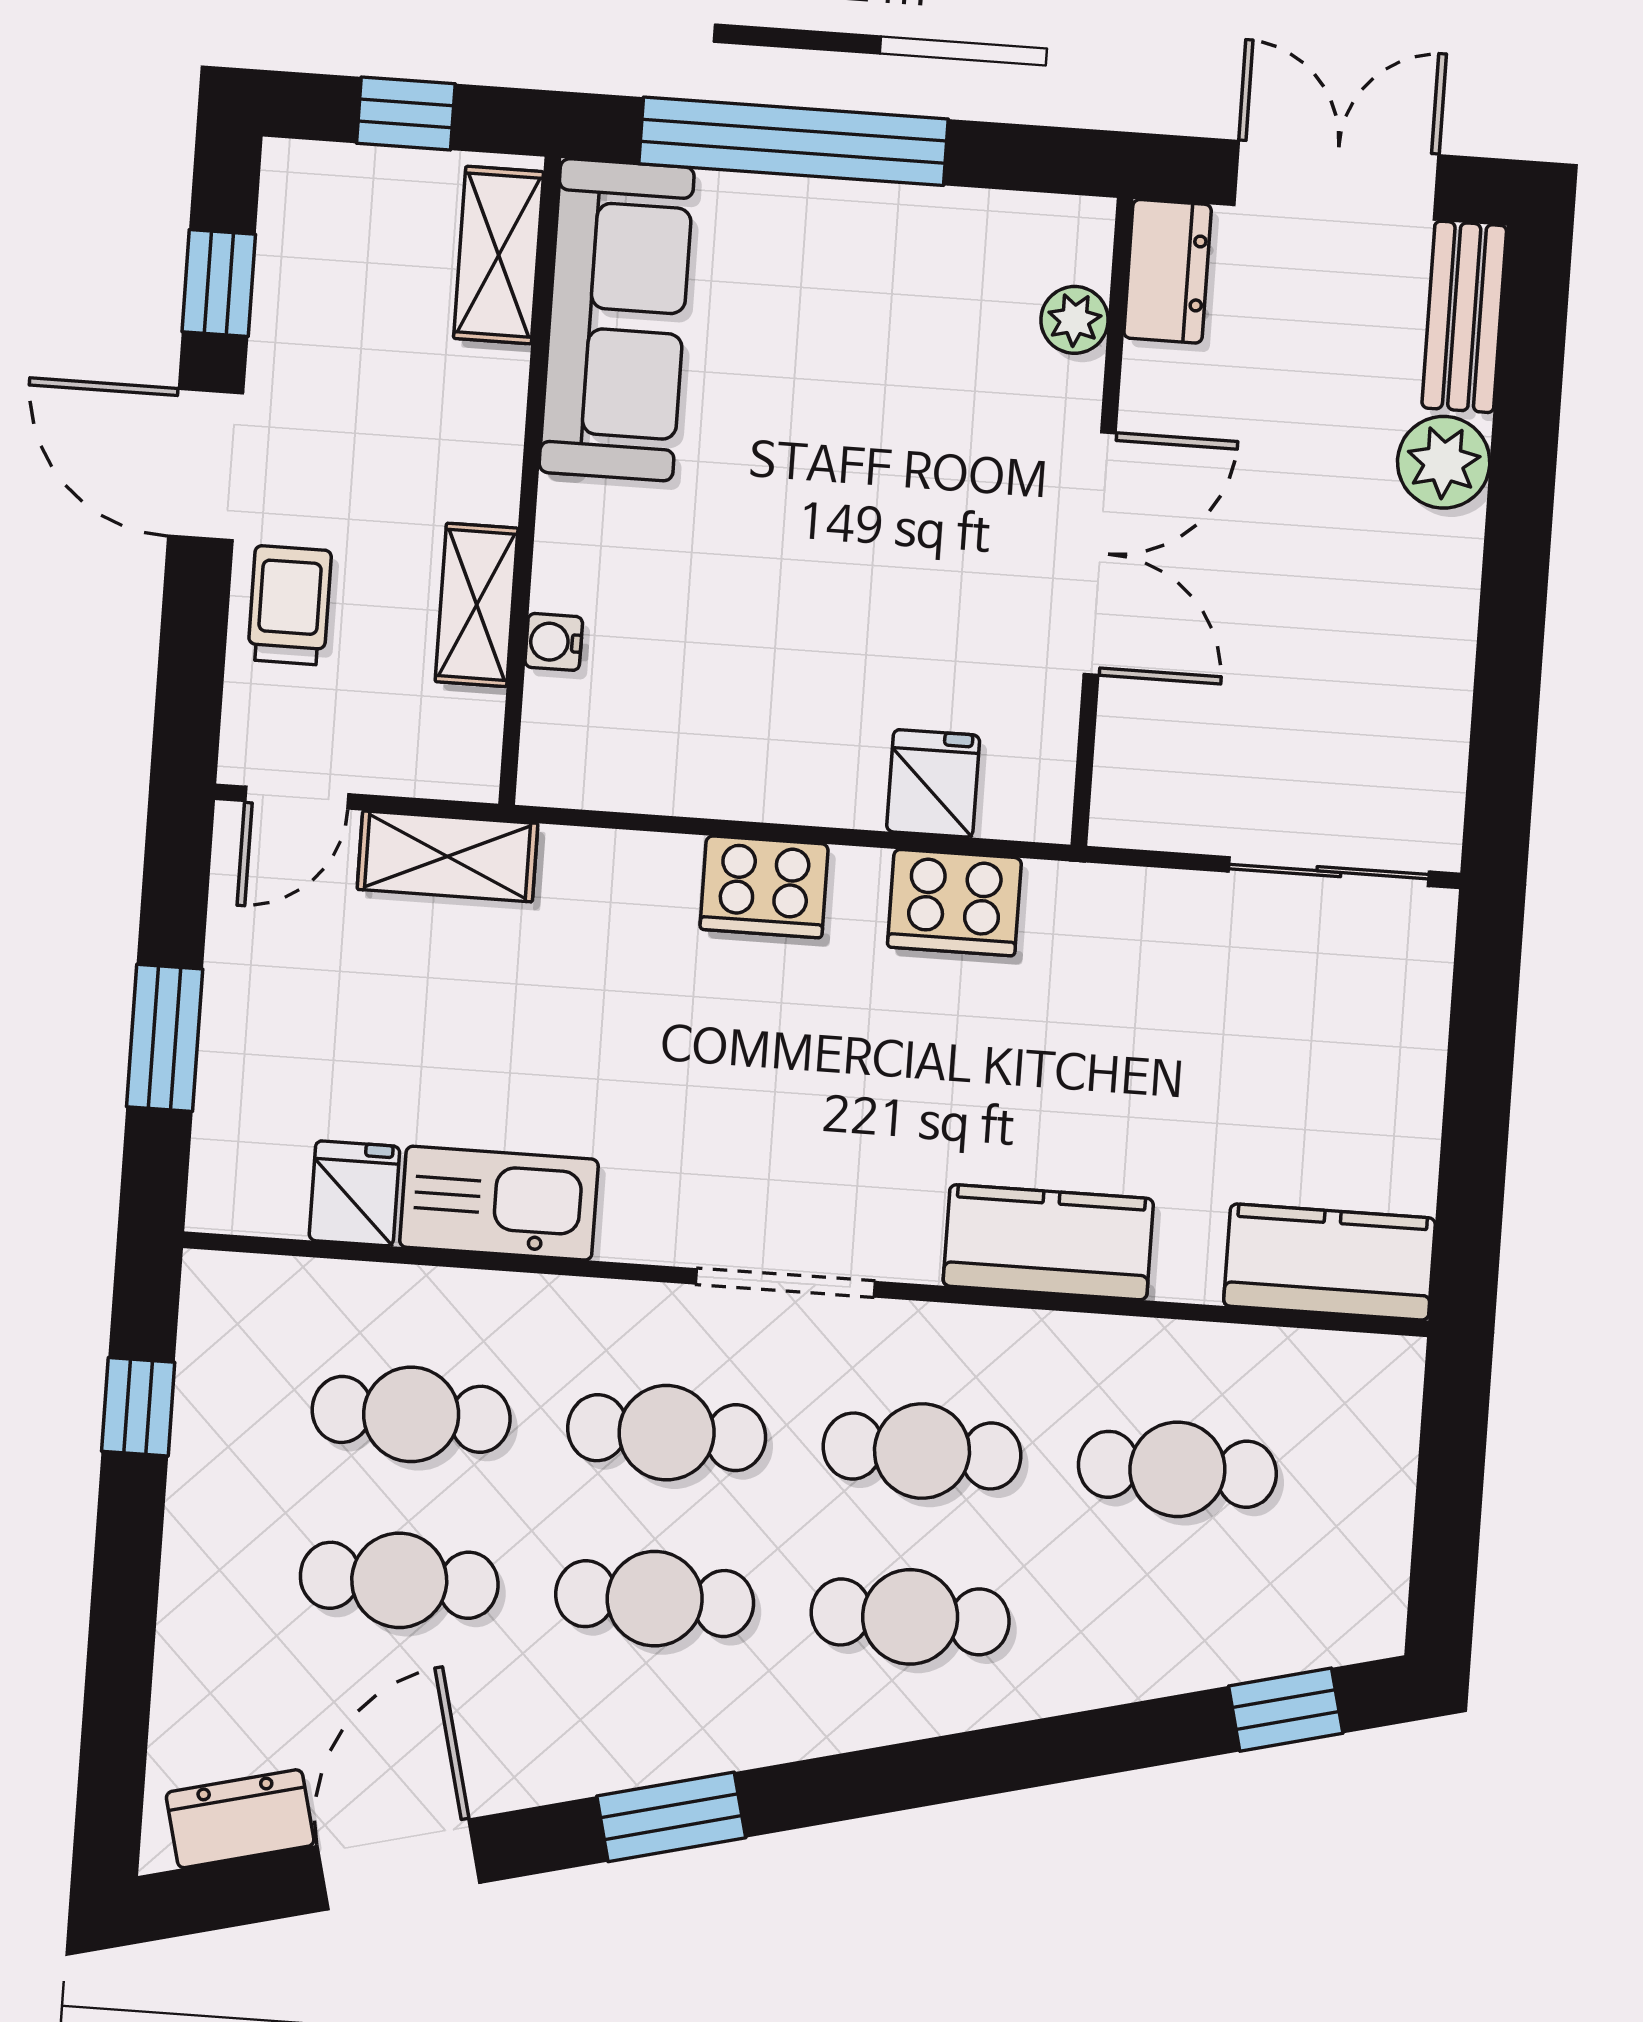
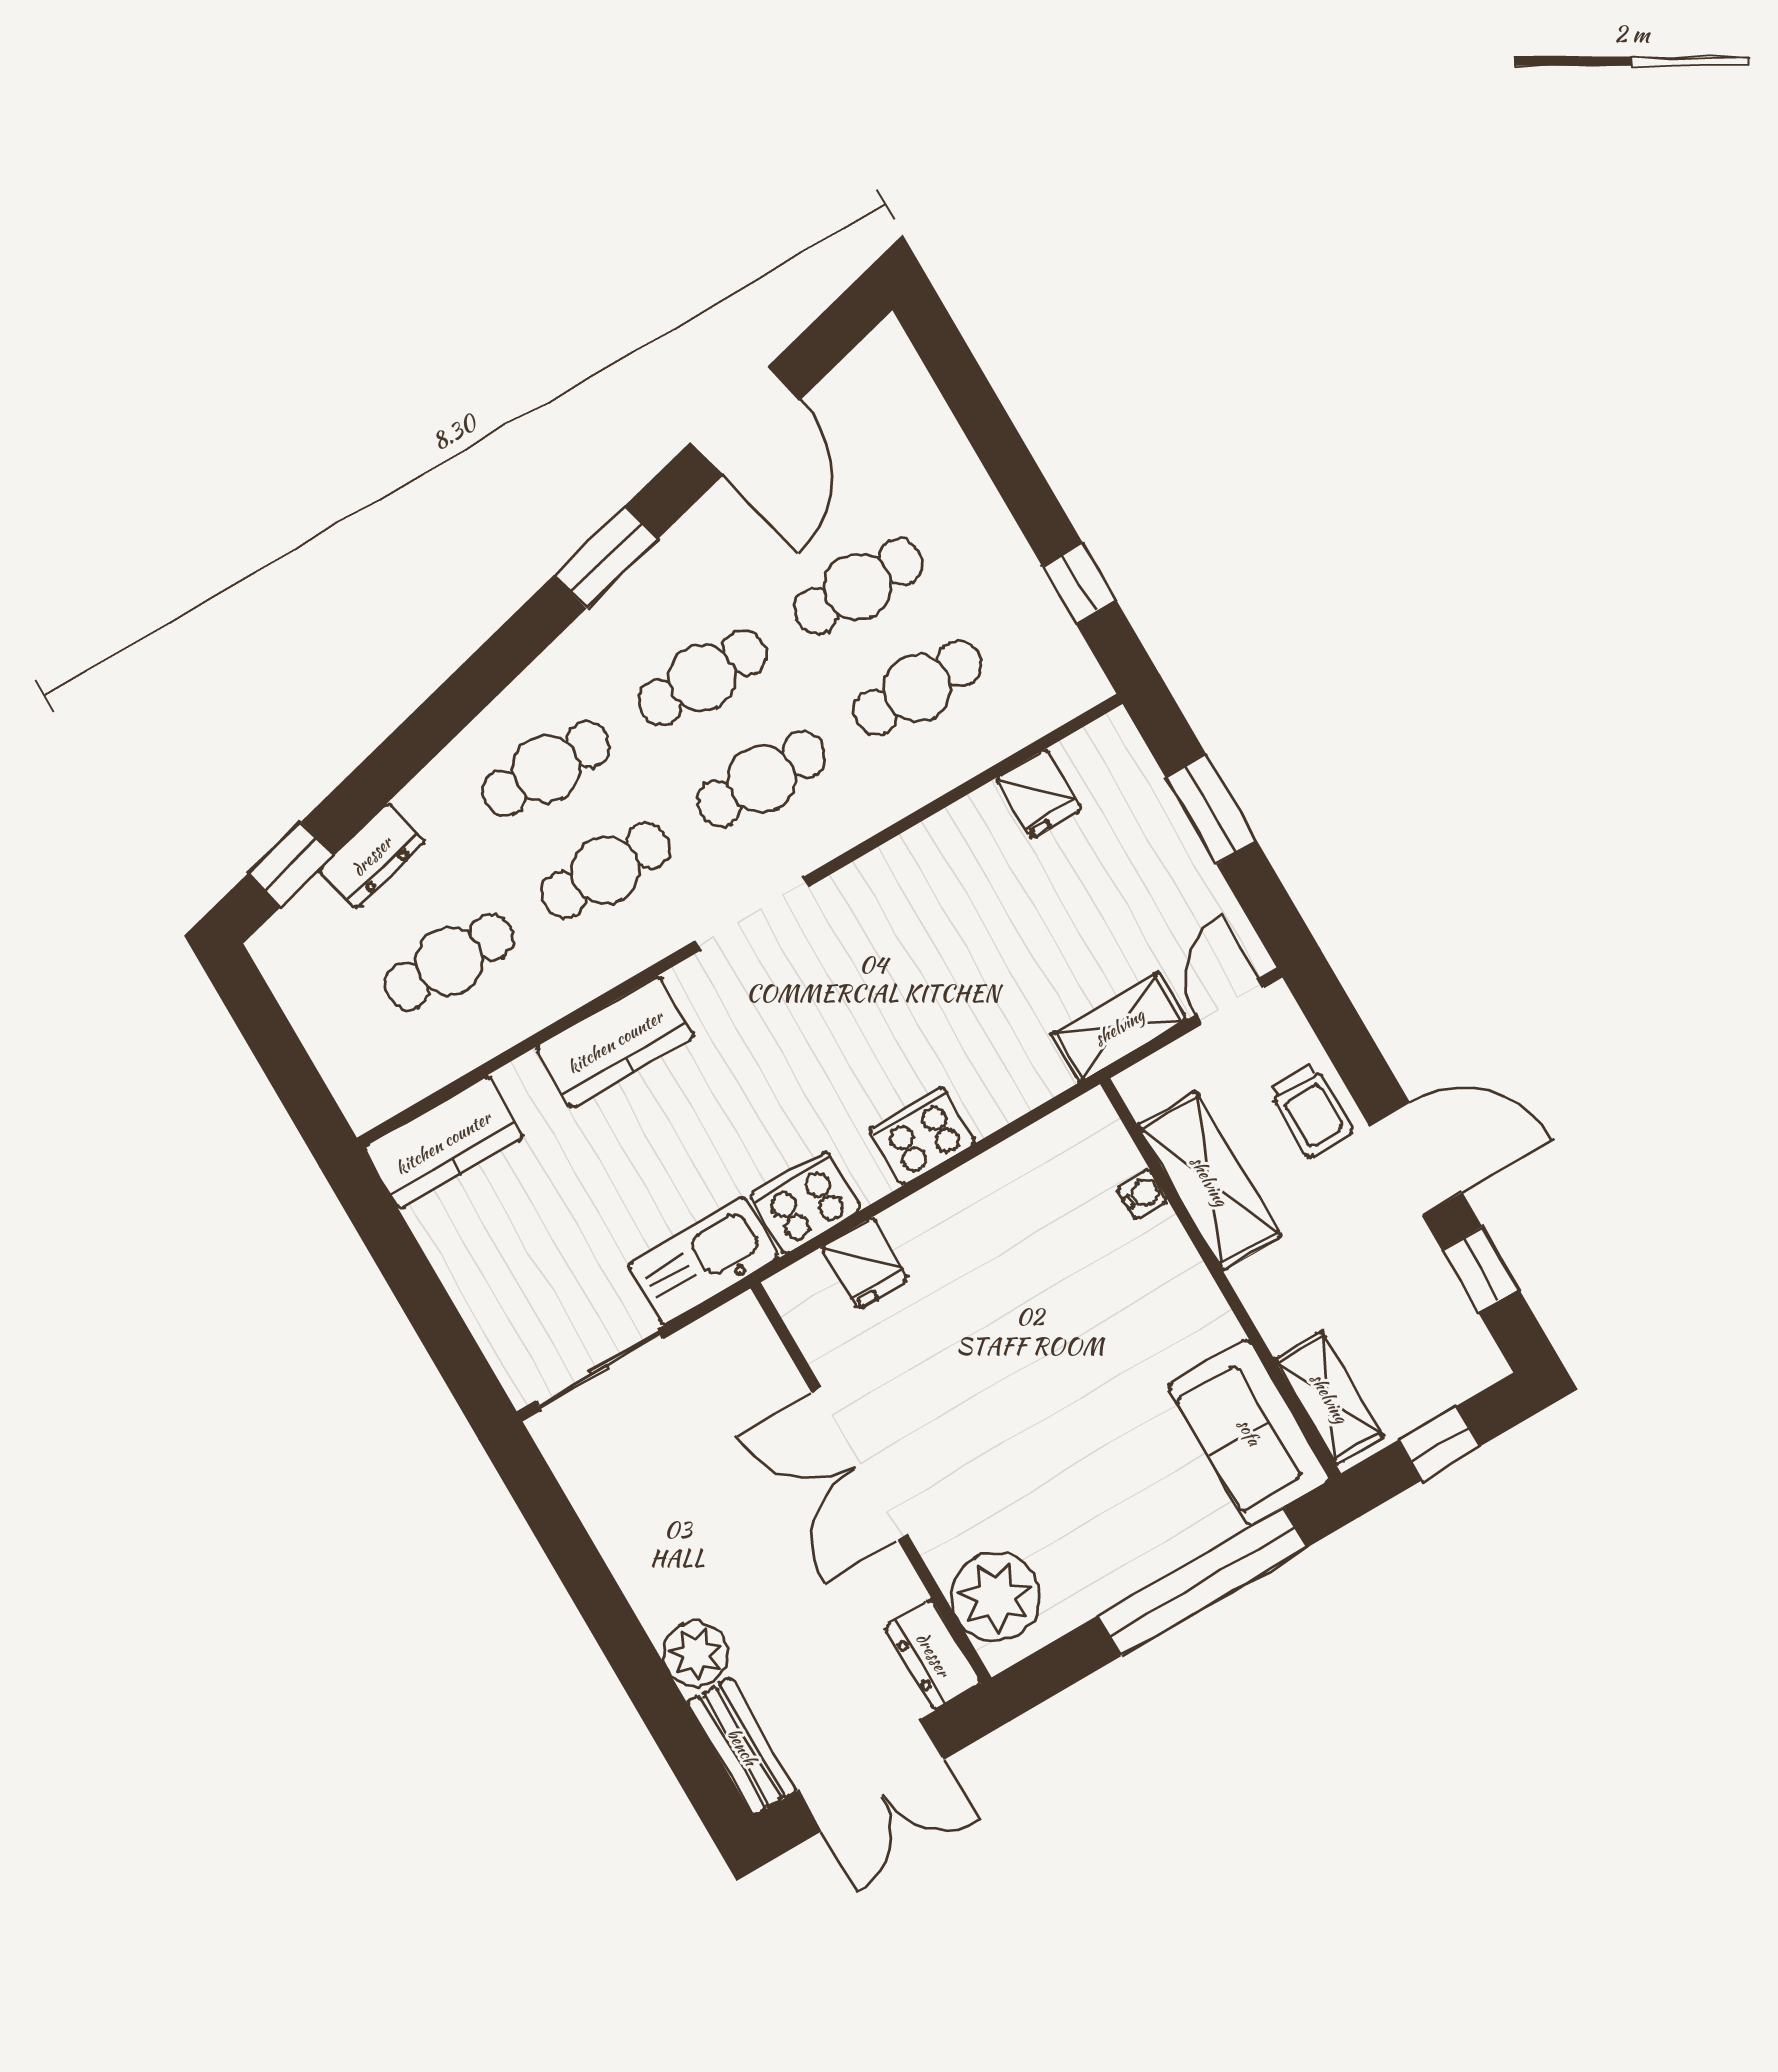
sofa: (617, 320) -> (1249, 1432), width x0.73
plant: (1075, 320) -> (996, 1597), width x1.88, depth x1.88
shelving: (477, 605) -> (1209, 1181), width x1.50, depth x1.33
kitchen sink: (499, 1203) -> (703, 1261), moved, turned 180
dresser: (240, 1819) -> (372, 856), moved

